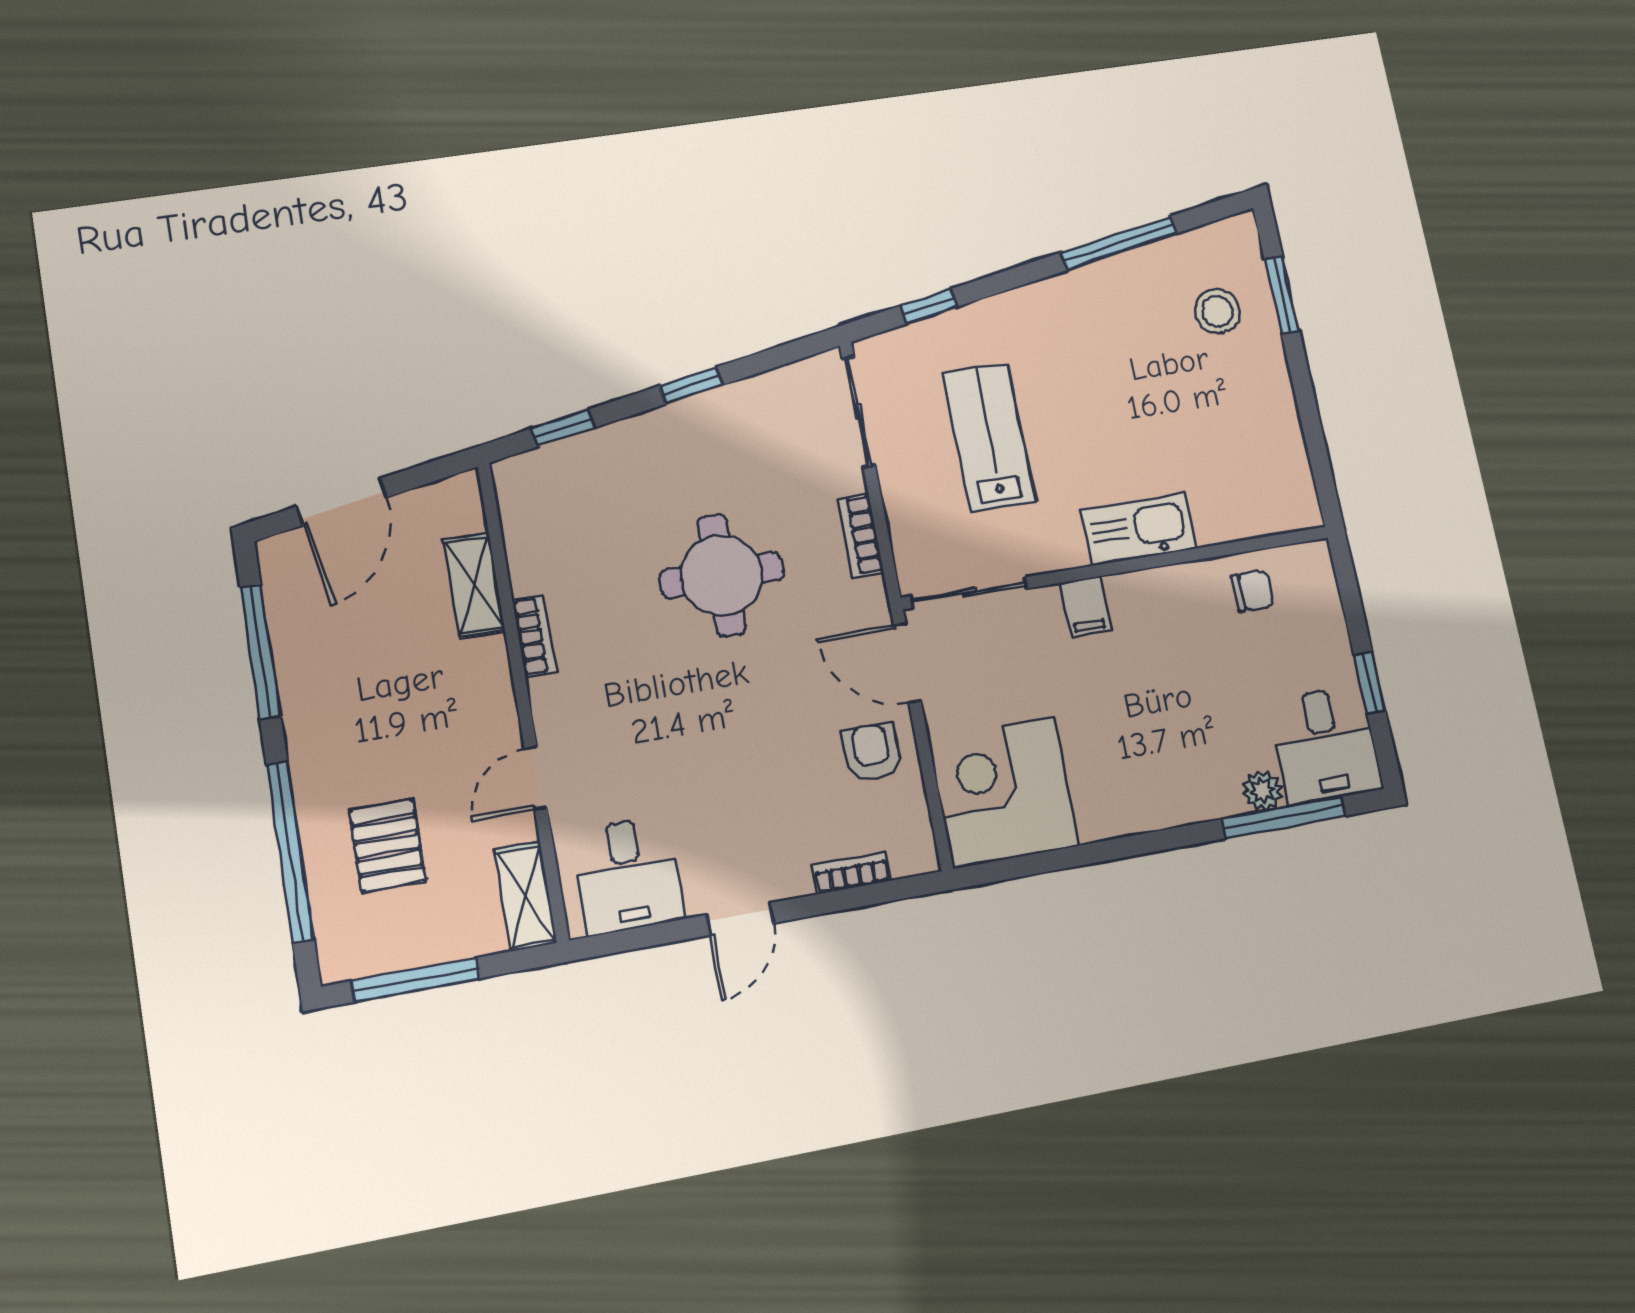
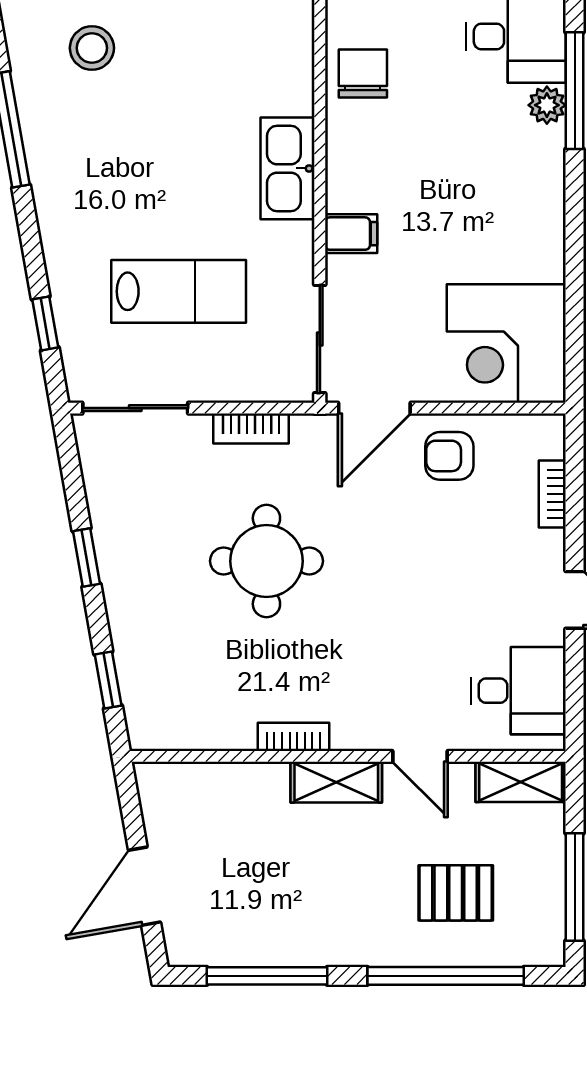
lab bench: (989, 437) -> (179, 291), turned 180
door: (342, 502) -> (144, 886), swing flipped
shelving: (474, 585) -> (336, 782), moved
chair: (1252, 591) -> (363, 74), width x1.37, depth x1.37

